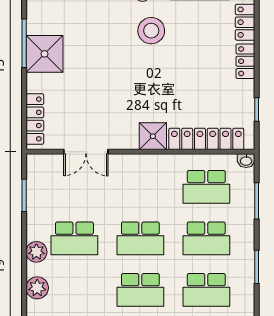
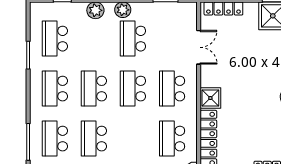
double door: (86, 152) -> (199, 47), swing flipped
school desk: (206, 238) -> (172, 89), moved

